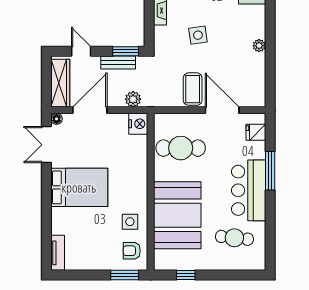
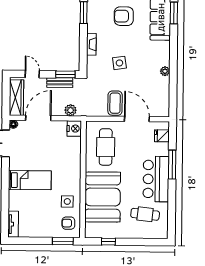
cafe table: (181, 148) -> (106, 147), turned 90
bed: (79, 187) -> (30, 180), width x0.67

